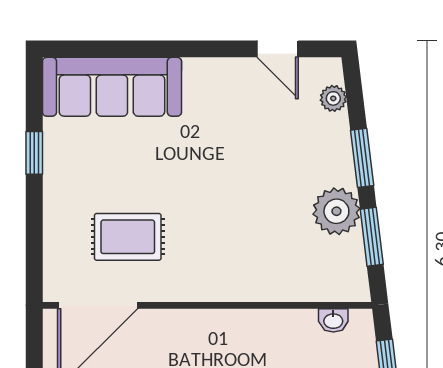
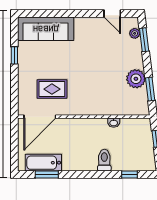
window: (362, 158) -> (144, 40), moved
washbasin: (333, 320) -> (114, 123), moved

